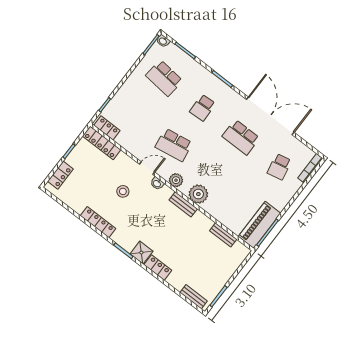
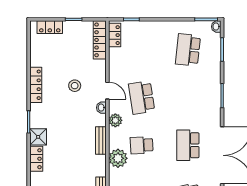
school desk: (203, 108) -> (142, 145), moved
plant: (198, 194) -> (118, 158), moved

